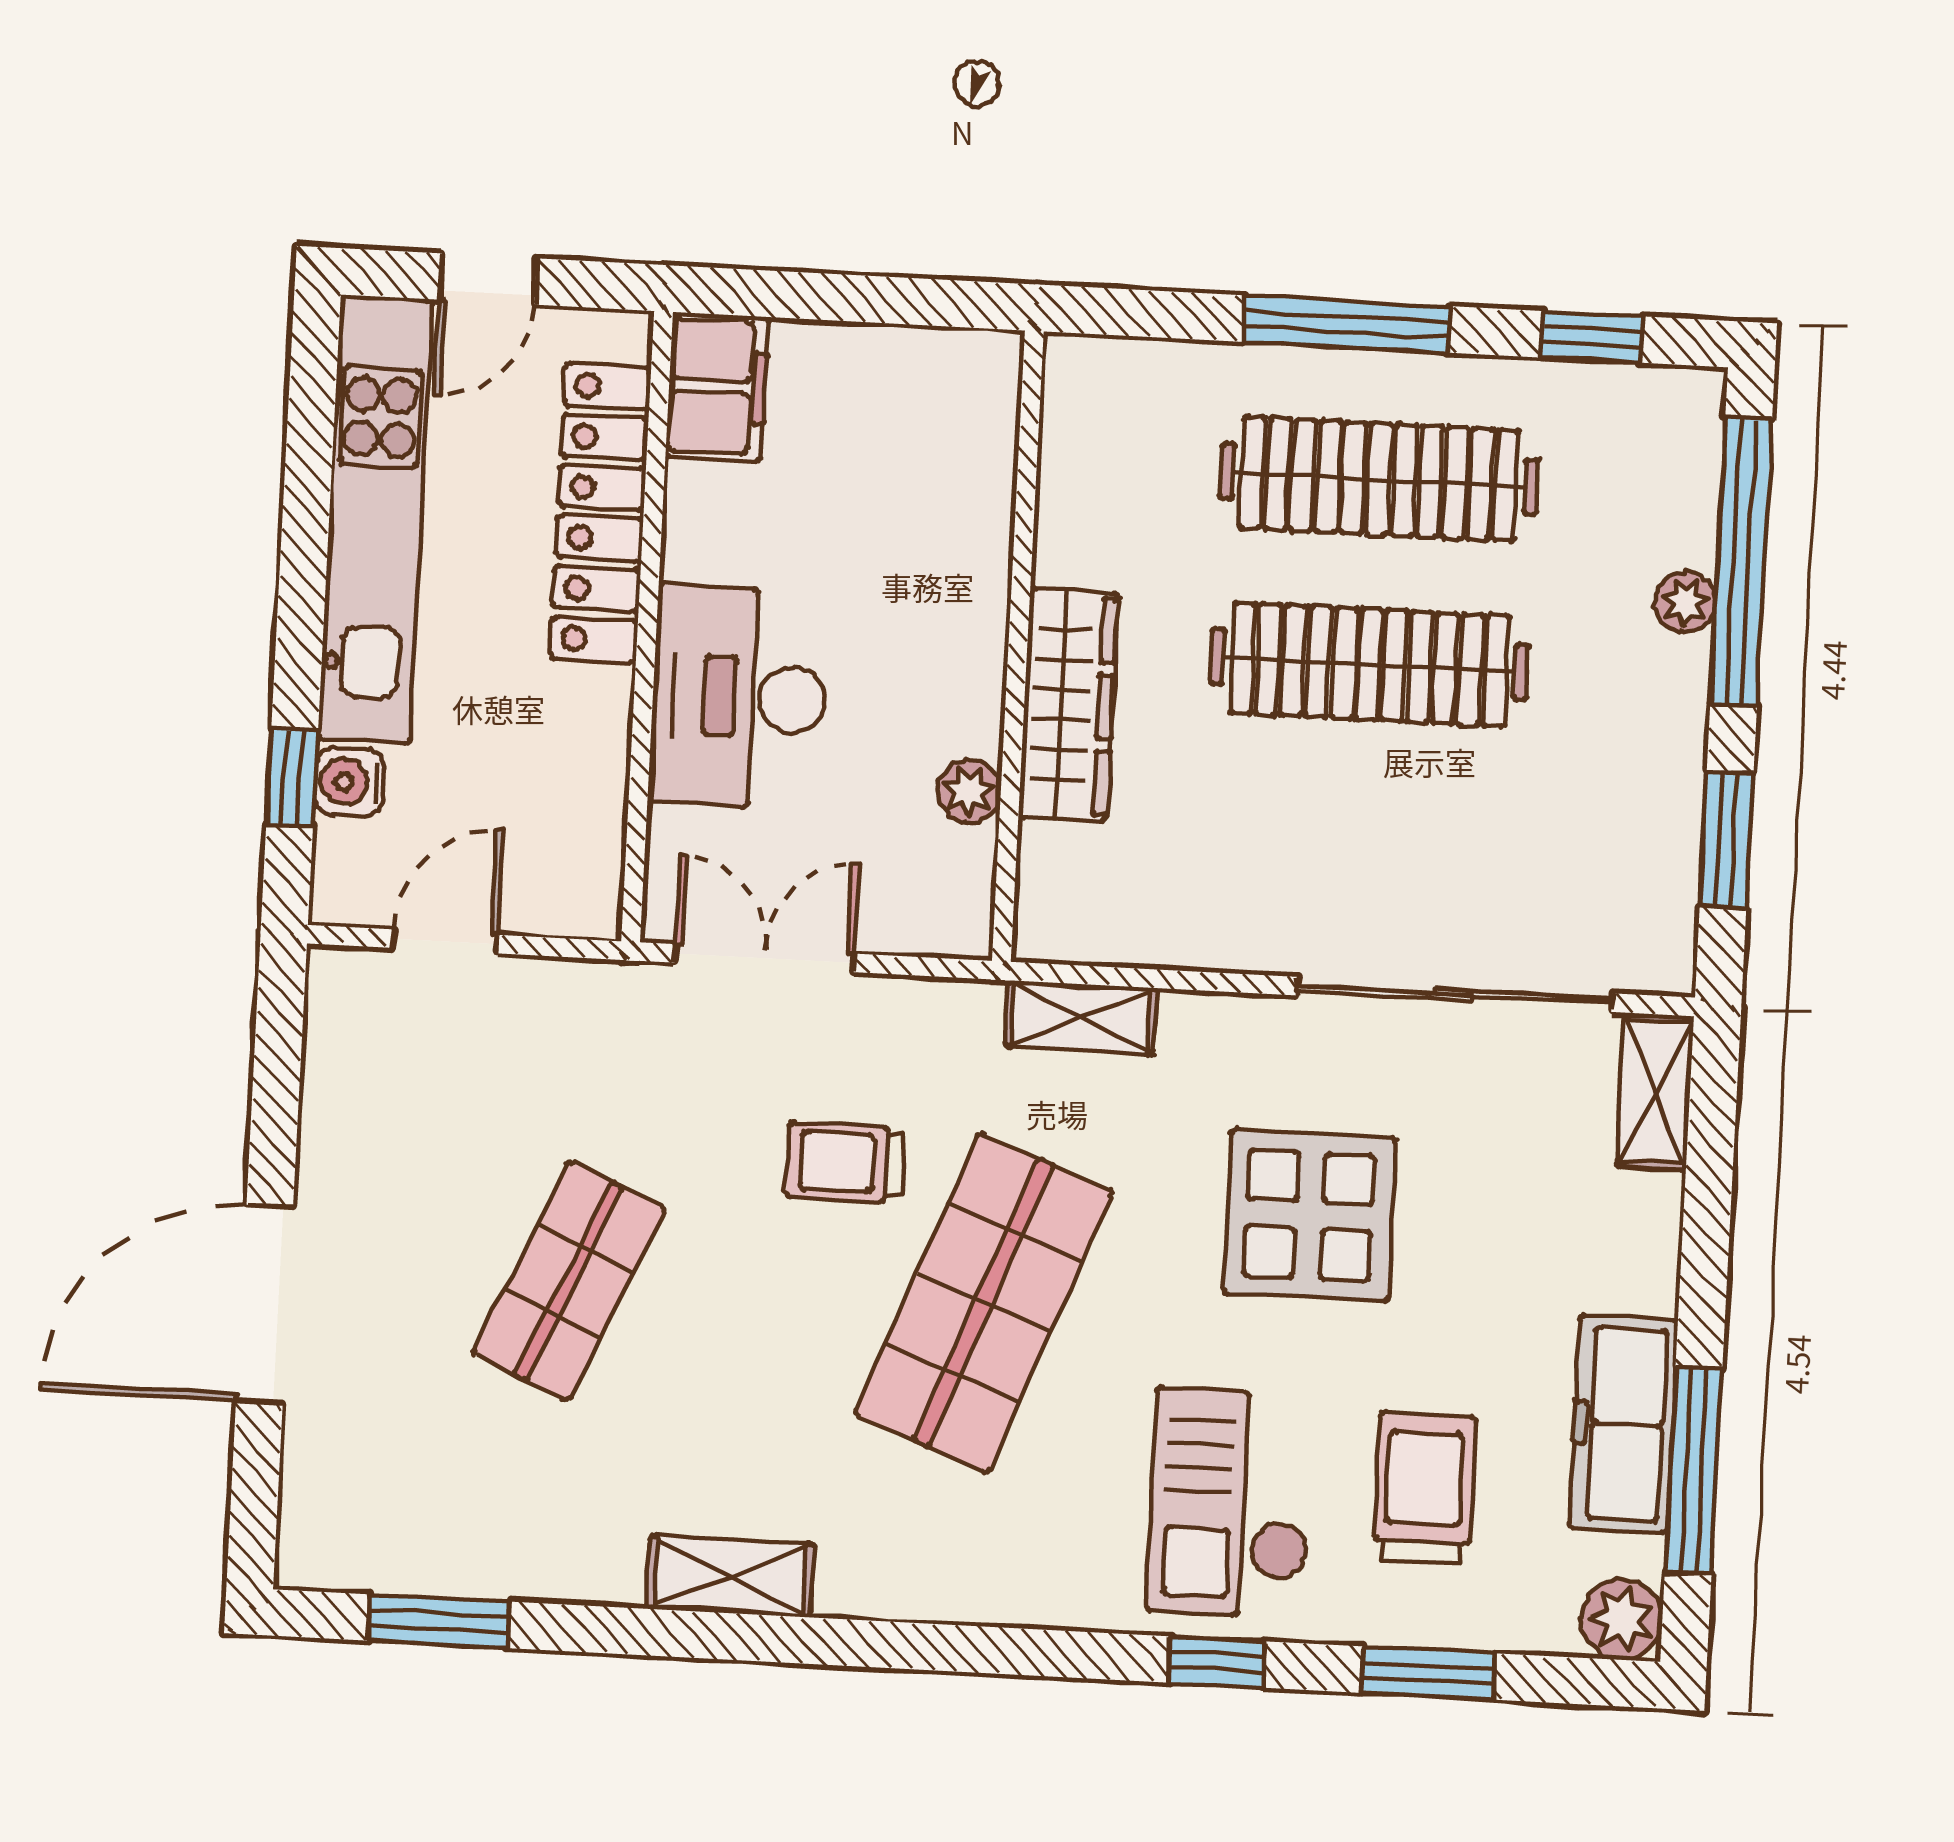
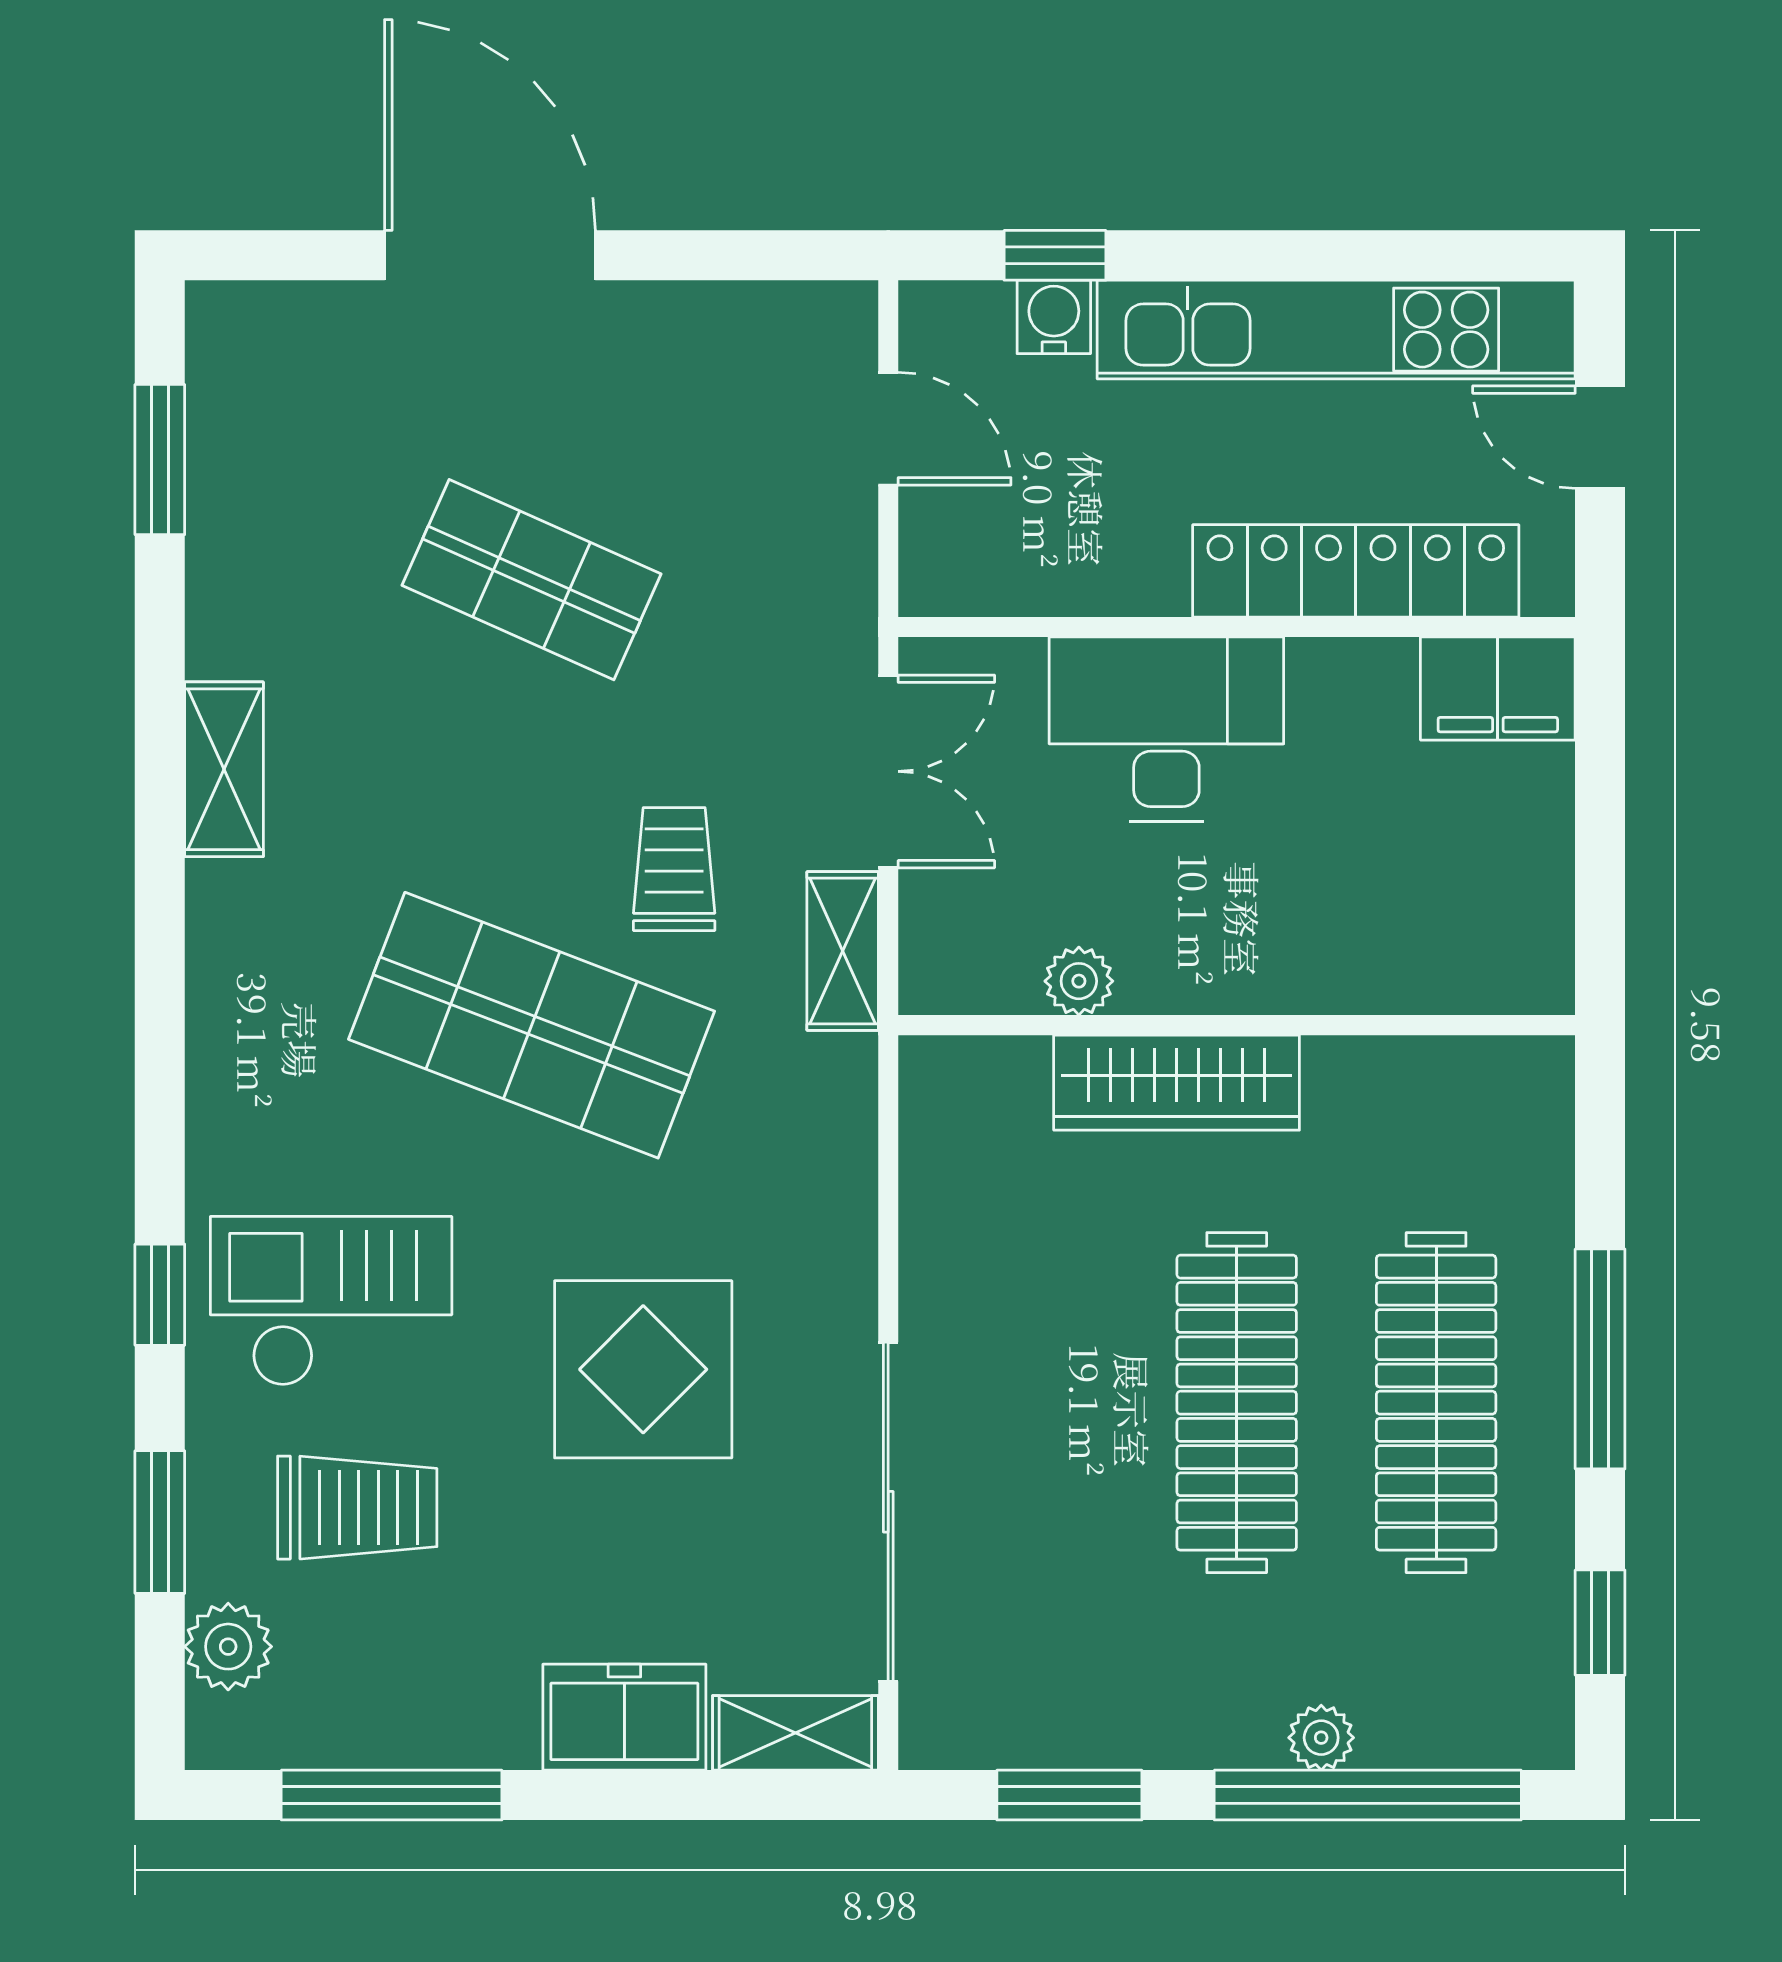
shelving: (1081, 1017) -> (843, 951), moved
freezer: (1623, 1424) -> (624, 1717), moved, width x0.71
plant: (1622, 1619) -> (228, 1647), moved

